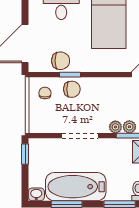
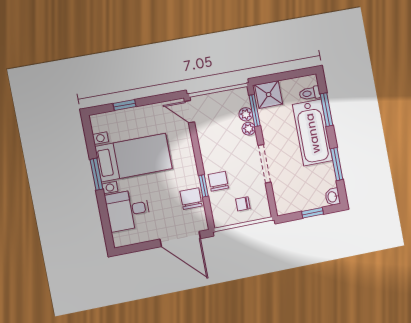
chair: (45, 93) -> (243, 204), moved
window: (25, 154) -> (312, 213), moved
bathtub: (76, 187) -> (313, 133), moved

